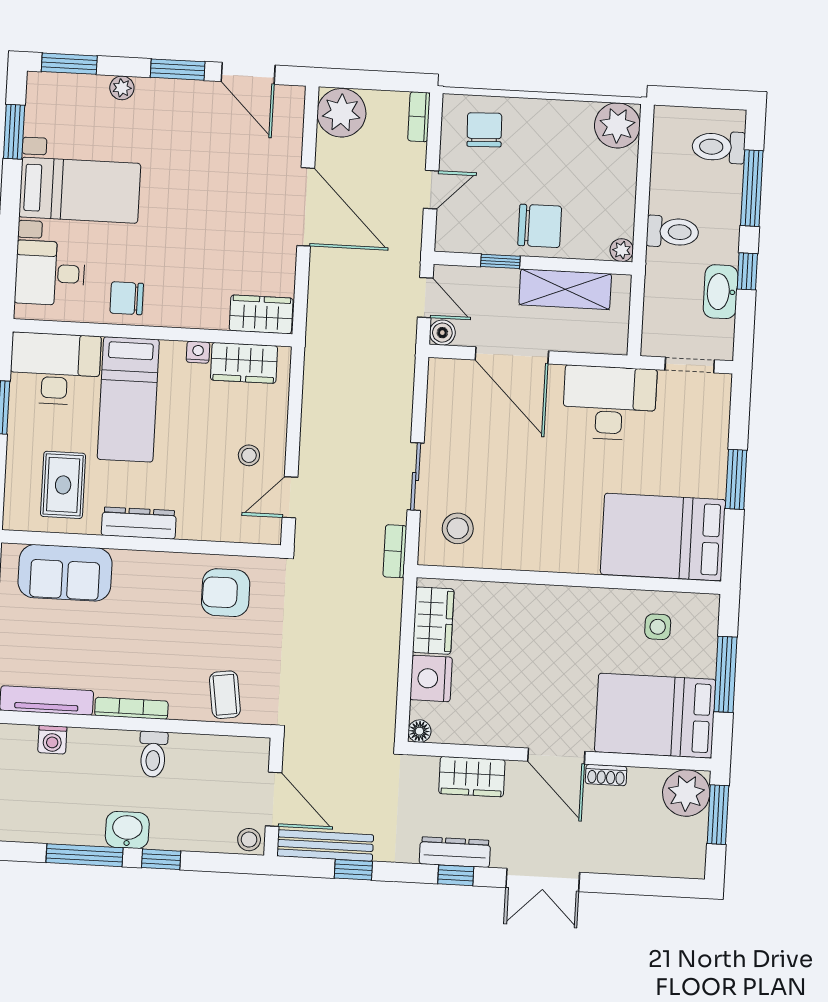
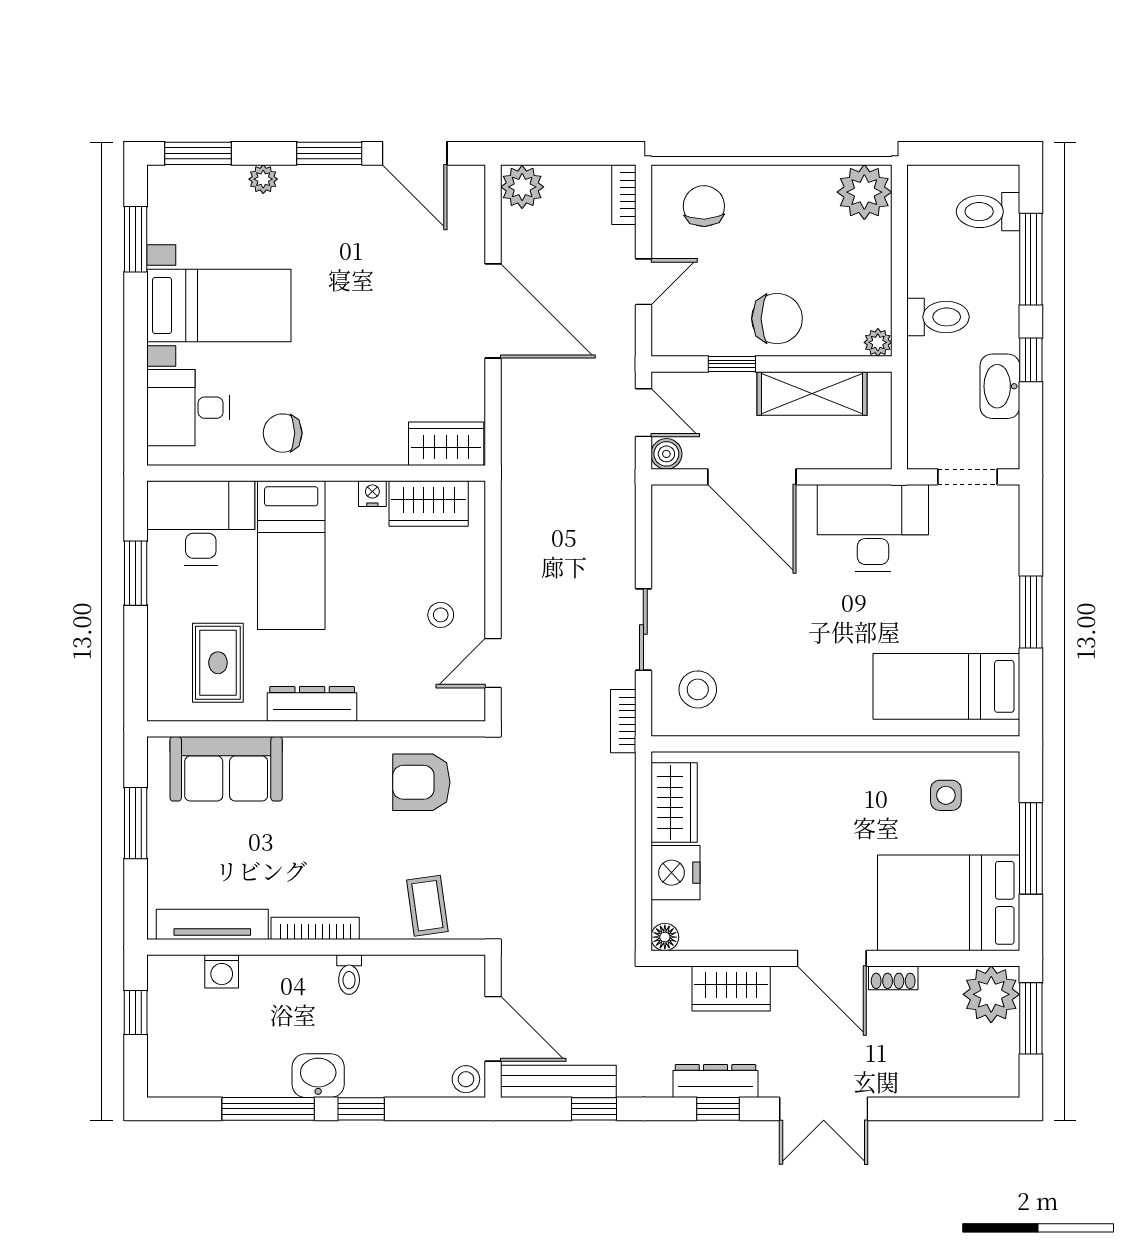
plant: (341, 113) -> (522, 187), width x0.73, depth x0.73
bed: (663, 537) -> (946, 686), width x0.67
toilet: (153, 754) -> (349, 975), width x0.73, depth x0.72

